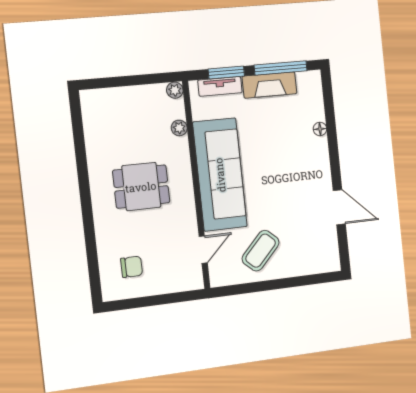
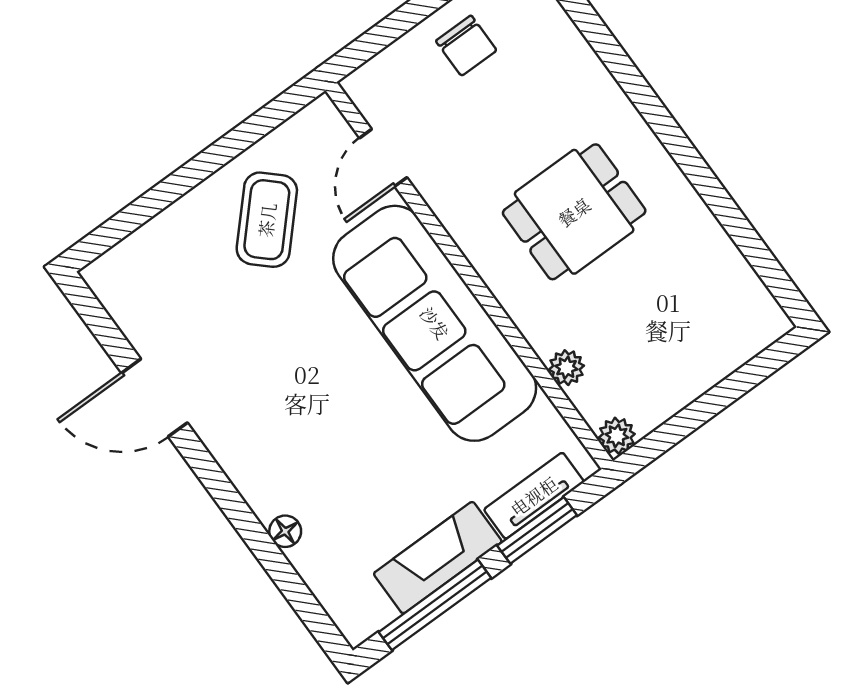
chair: (132, 267) -> (466, 46), moved, turned -90

